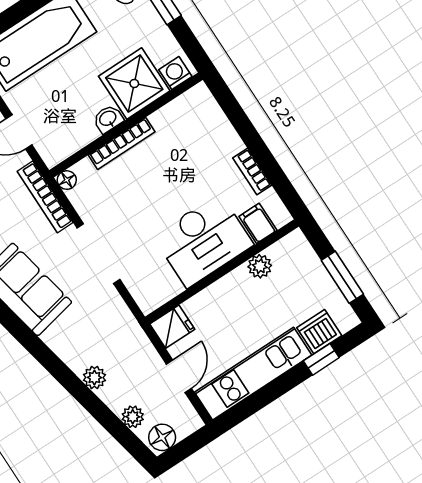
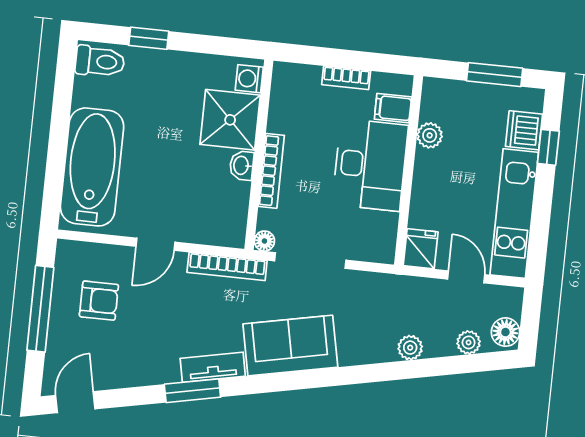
washing machine: (175, 73) -> (249, 79), moved
shower: (134, 83) -> (230, 120), moved
washbasin: (108, 119) -> (242, 165), moved
wall: (126, 125) -> (259, 155), moved
bookcase: (122, 143) -> (271, 171), moved
floor lamp: (67, 180) -> (264, 241), moved

